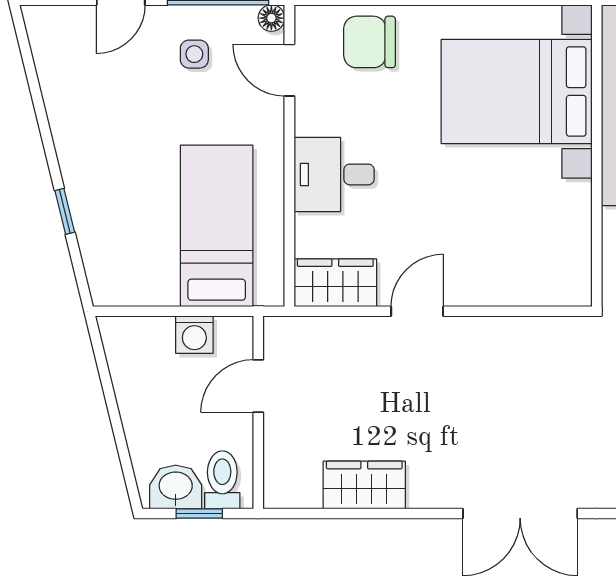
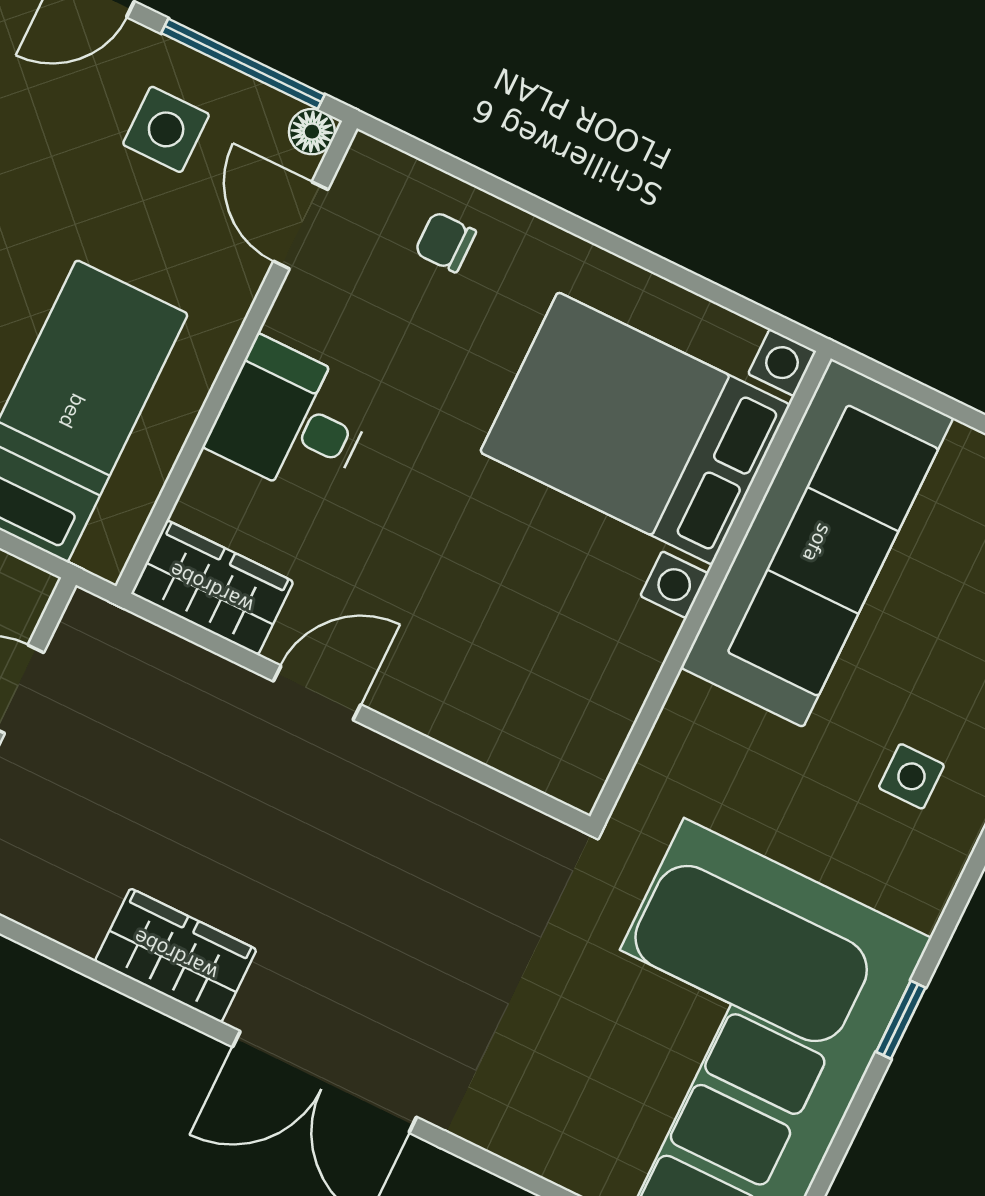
chair: (370, 42) -> (445, 242), width x0.54, depth x0.54
side table: (194, 54) -> (166, 129), width x1.37, depth x1.37
wardrobe: (364, 485) -> (176, 955), moved

